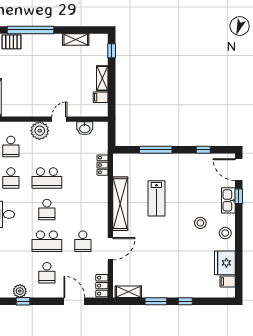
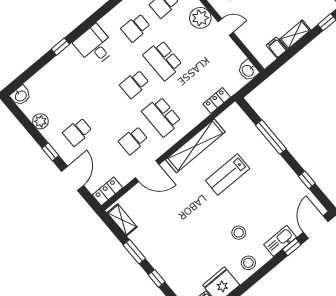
washbasin: (85, 128) -> (248, 71), moved
school desk: (47, 241) -> (162, 117), moved
window: (23, 301) -> (50, 152), moved

